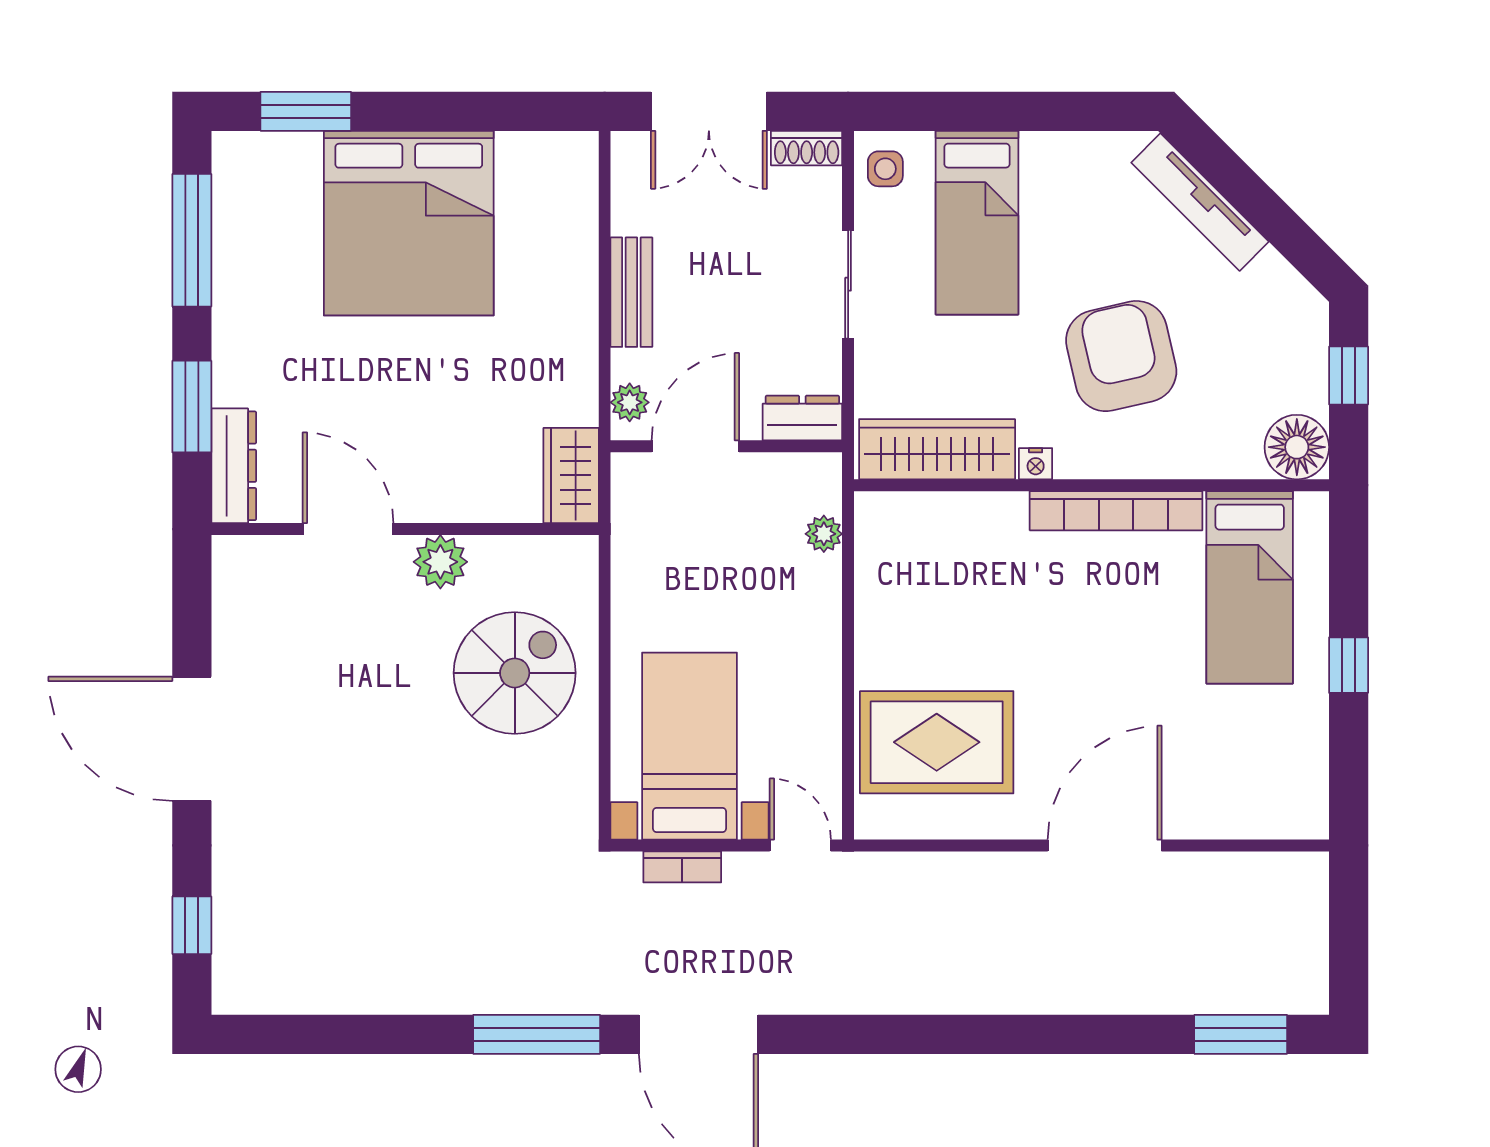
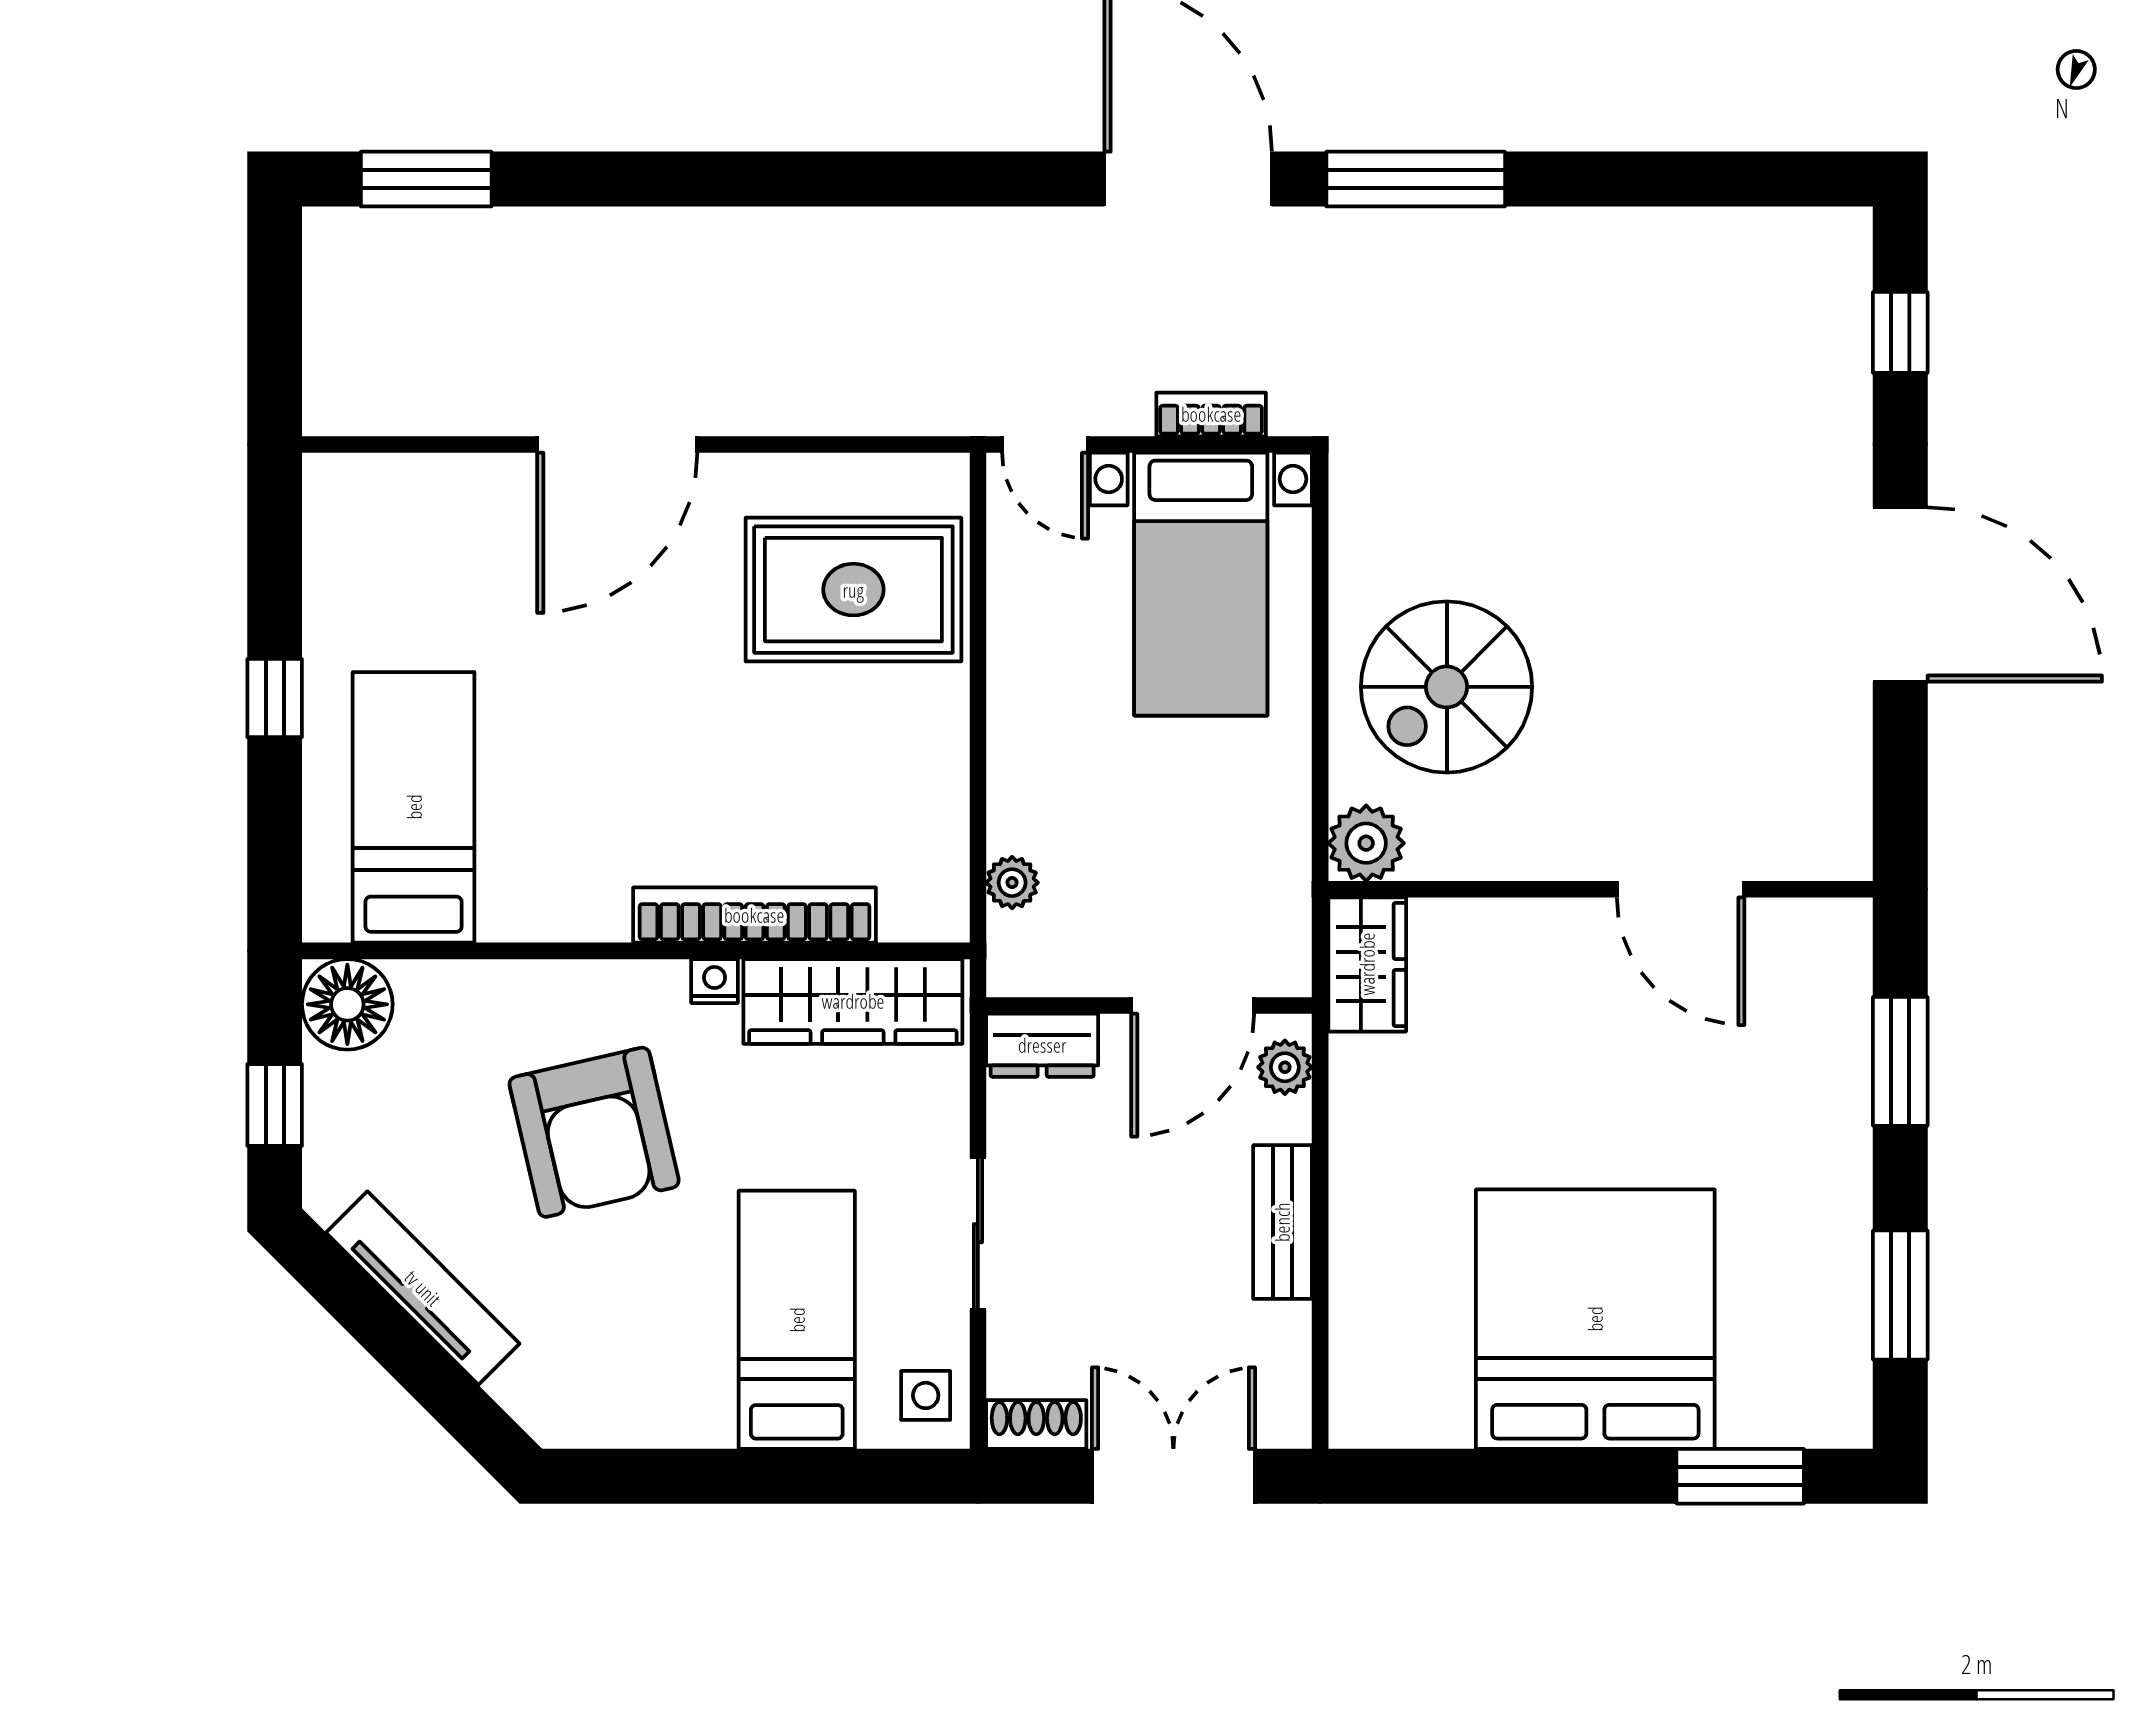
tv unit: (1200, 202) -> (423, 1288), moved
window: (192, 240) -> (1900, 1295), width x0.69
dresser: (234, 466) -> (1841, 978), removed
bookcase: (1116, 511) -> (754, 915), moved
plant: (440, 562) -> (1366, 843), moved

